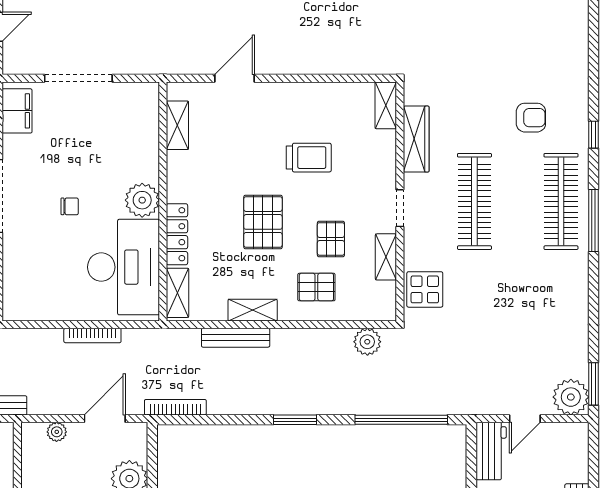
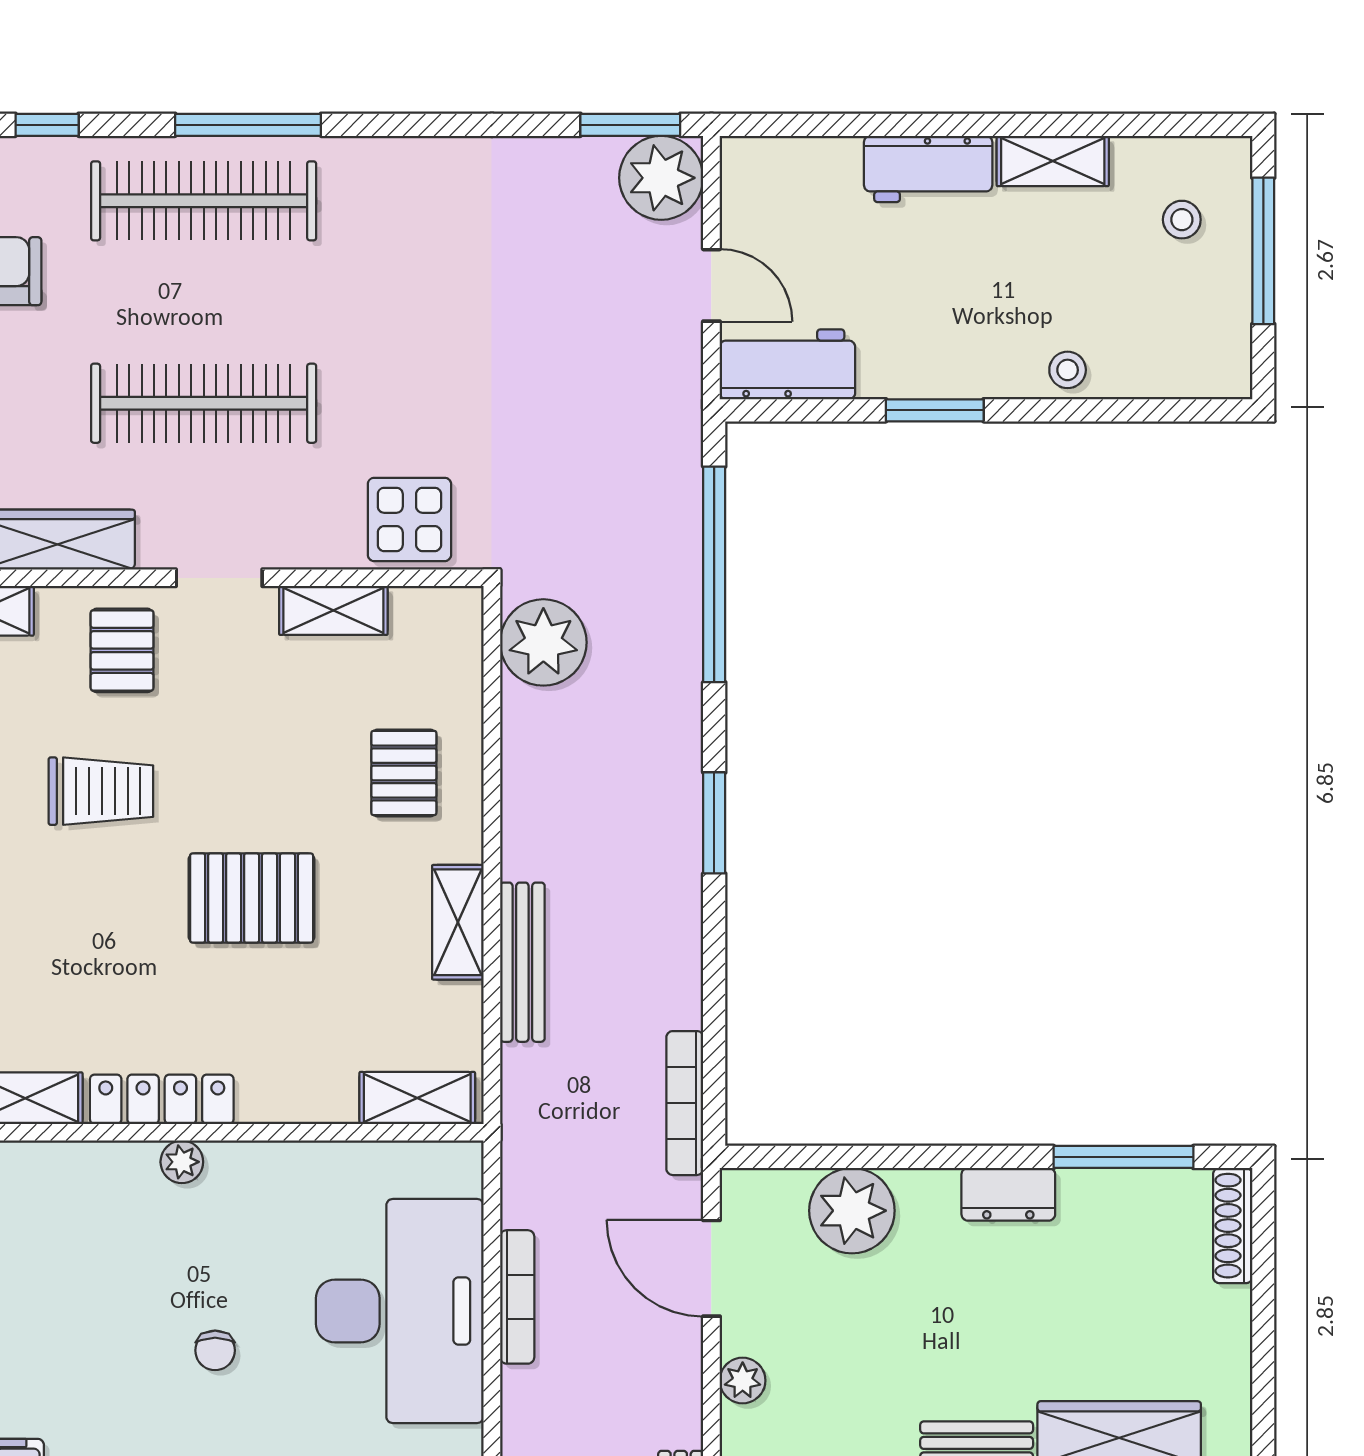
trolley: (309, 158) -> (101, 791), turned 90
plant: (142, 200) -> (182, 1162), width x0.53, depth x0.53
chair: (70, 206) -> (215, 1350), turned 180
locker: (177, 234) -> (162, 1099), moved
pallet: (331, 239) -> (122, 650), moved, turned 90
desk: (123, 267) -> (400, 1311), moved, turned 90
plant: (367, 342) -> (543, 642), width x1.36, depth x1.36

